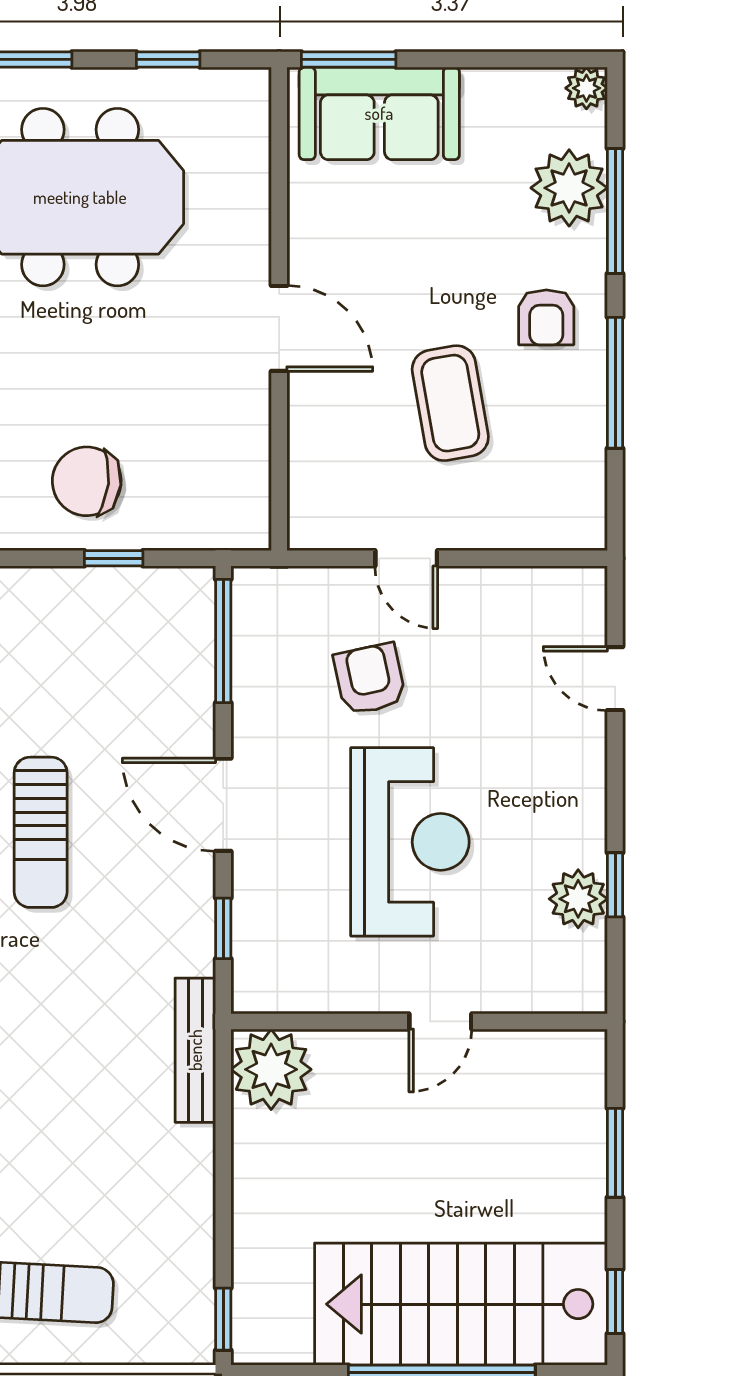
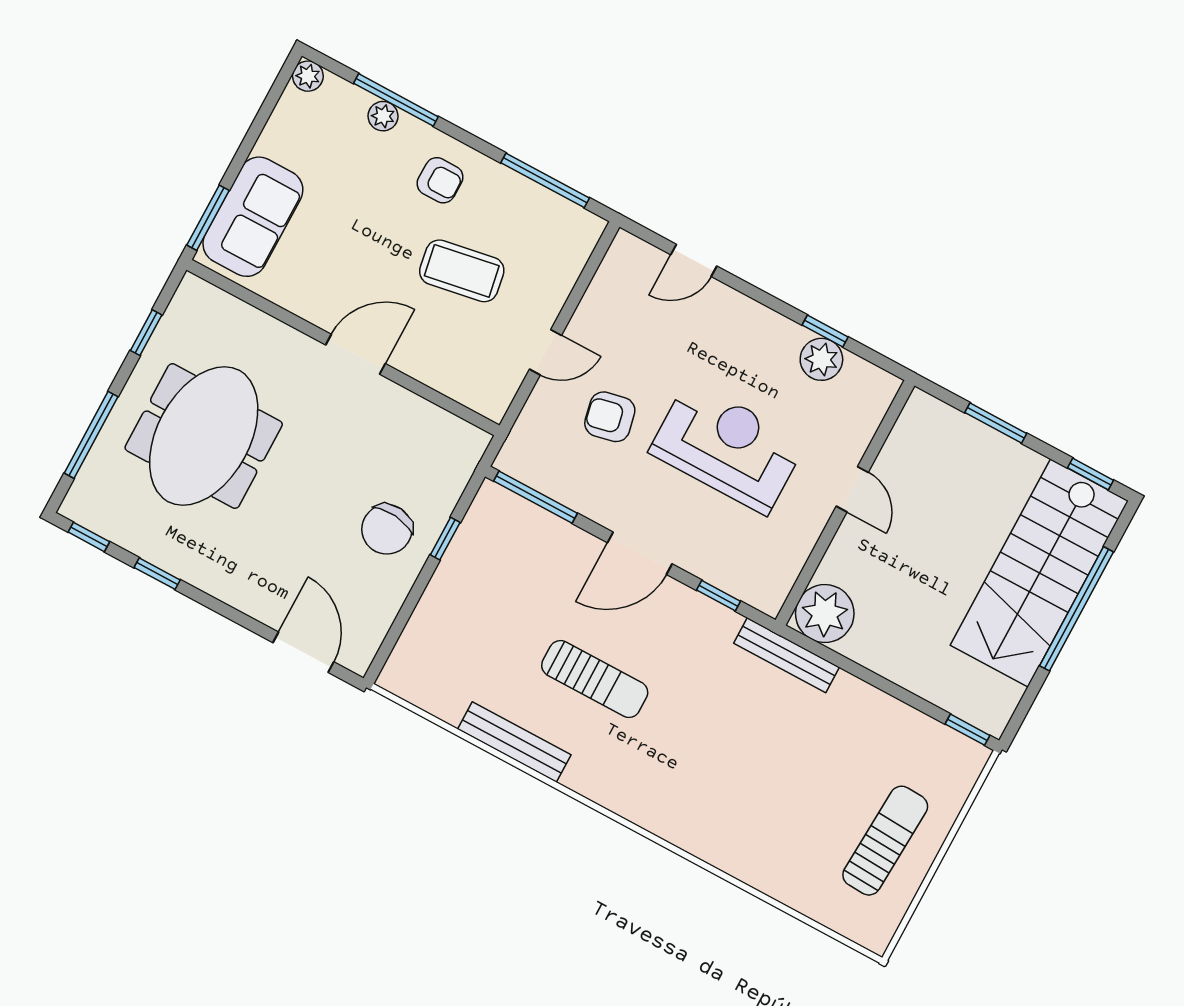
plant: (569, 188) -> (383, 116), width x0.53, depth x0.53
window: (615, 383) -> (545, 180), moved

